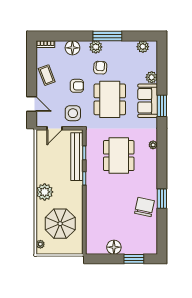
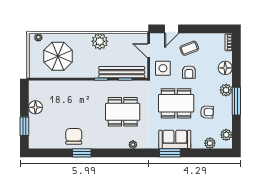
armchair: (100, 68) -> (207, 112), moved
coffee table: (47, 75) -> (189, 48), moved
plant: (152, 77) -> (210, 143), moved
plant: (45, 192) -> (100, 41), moved
chair: (144, 207) -> (74, 136), turned -102

